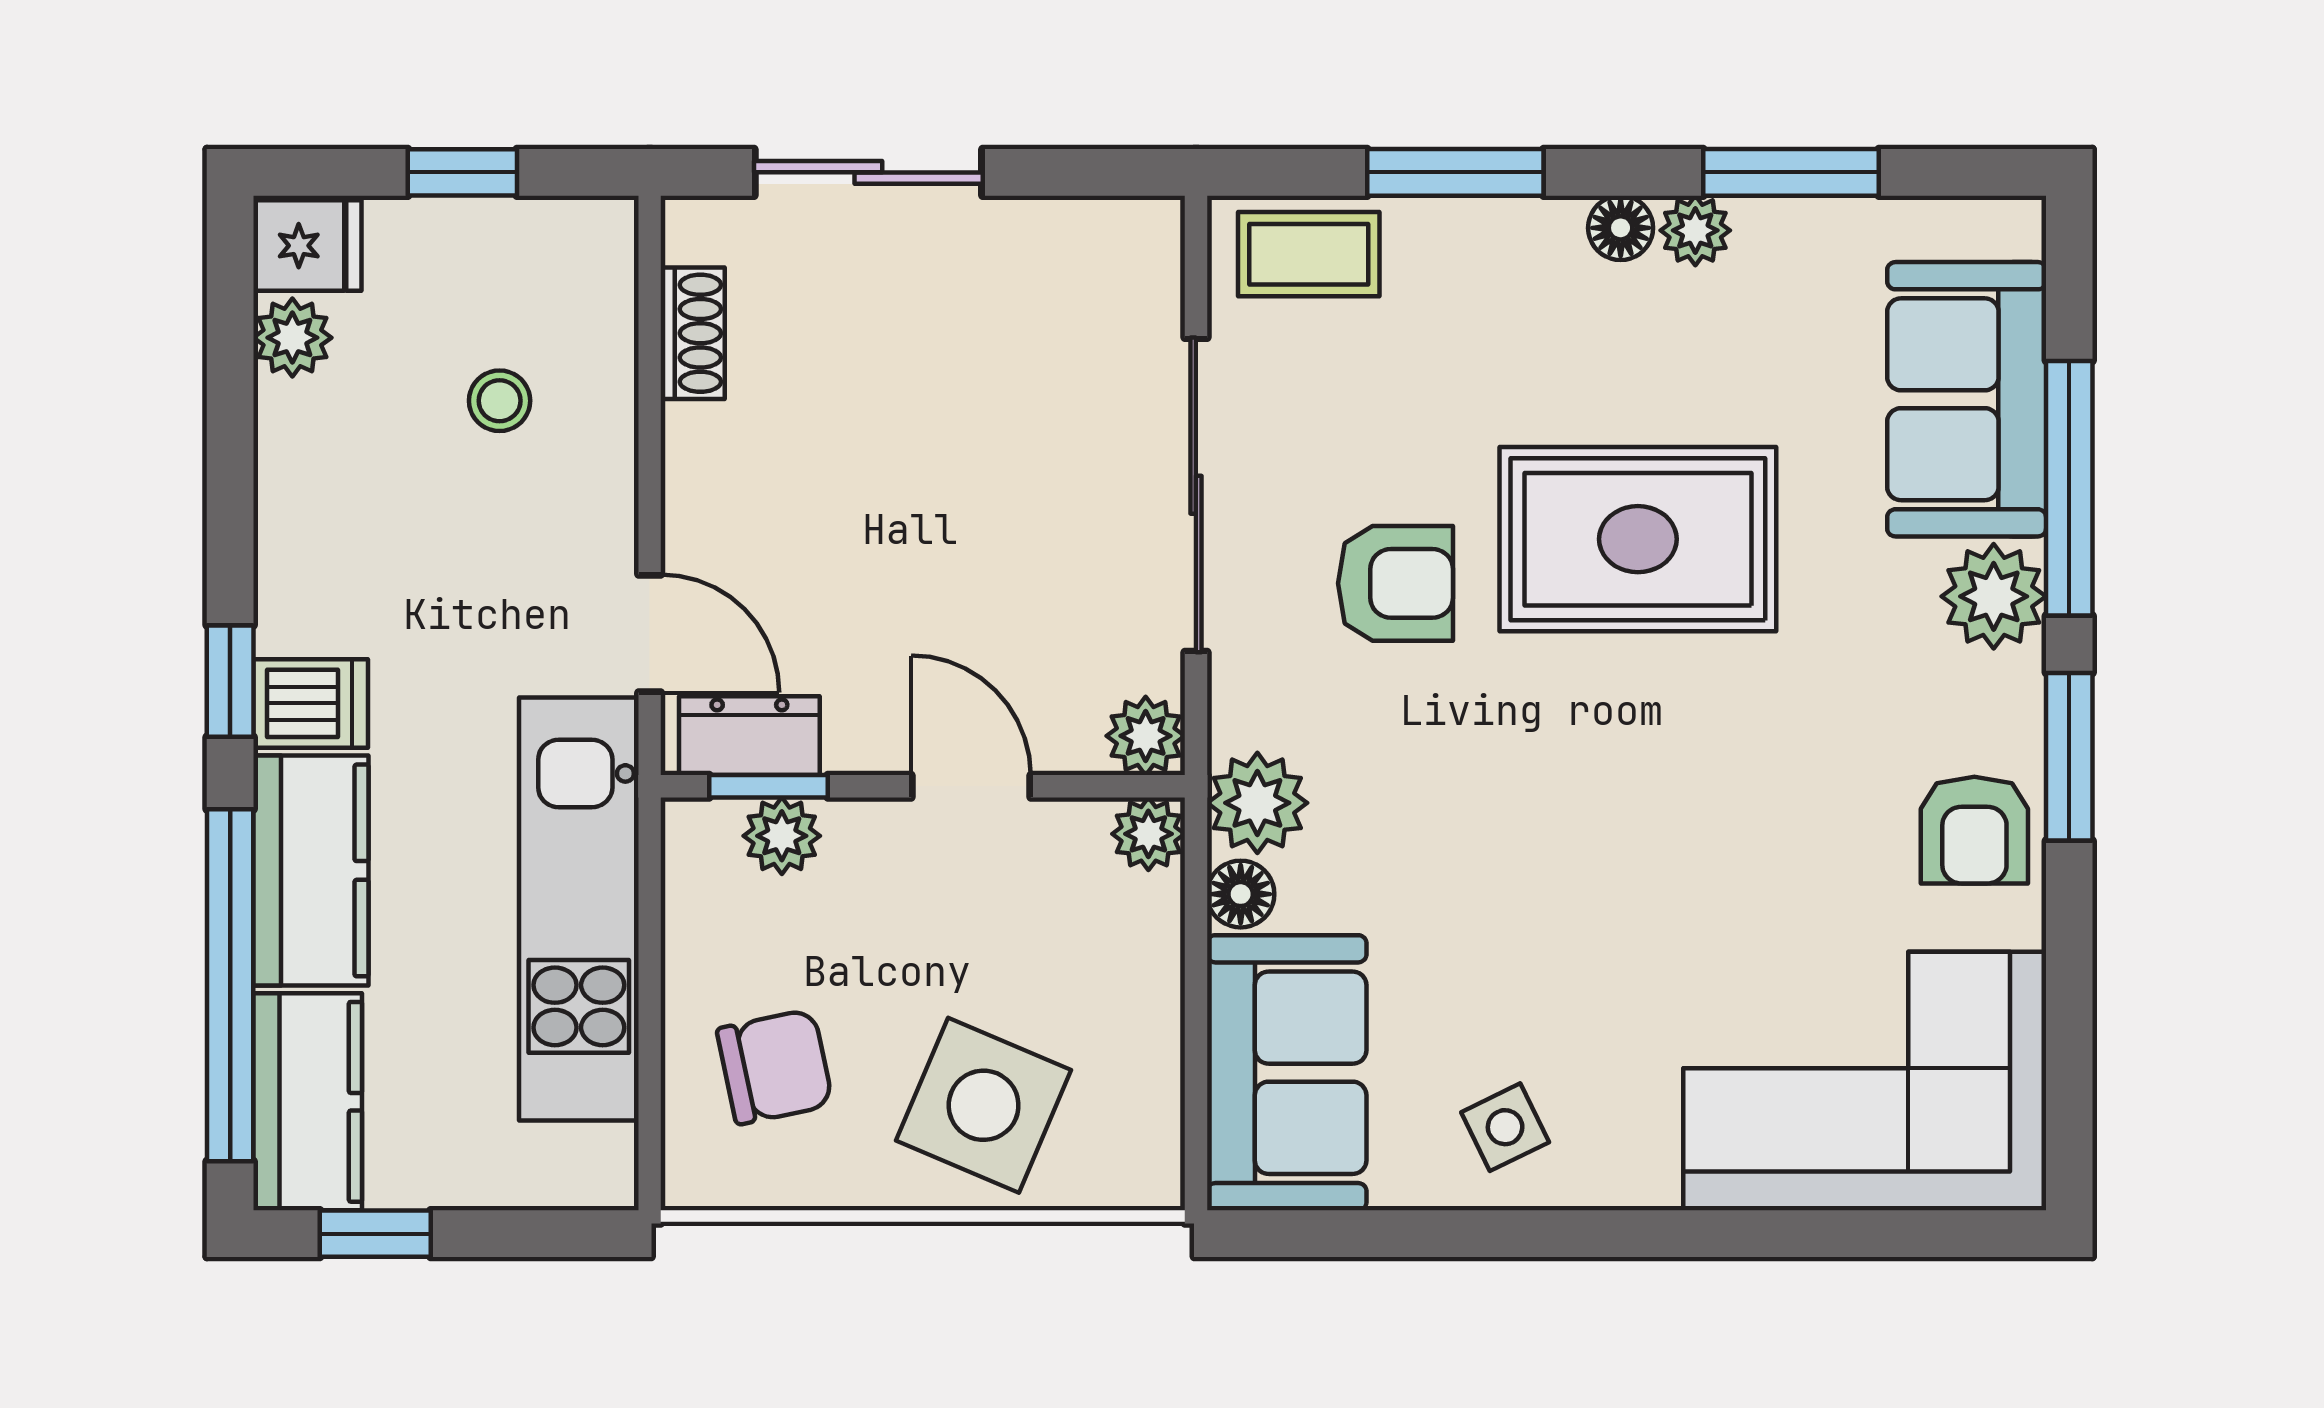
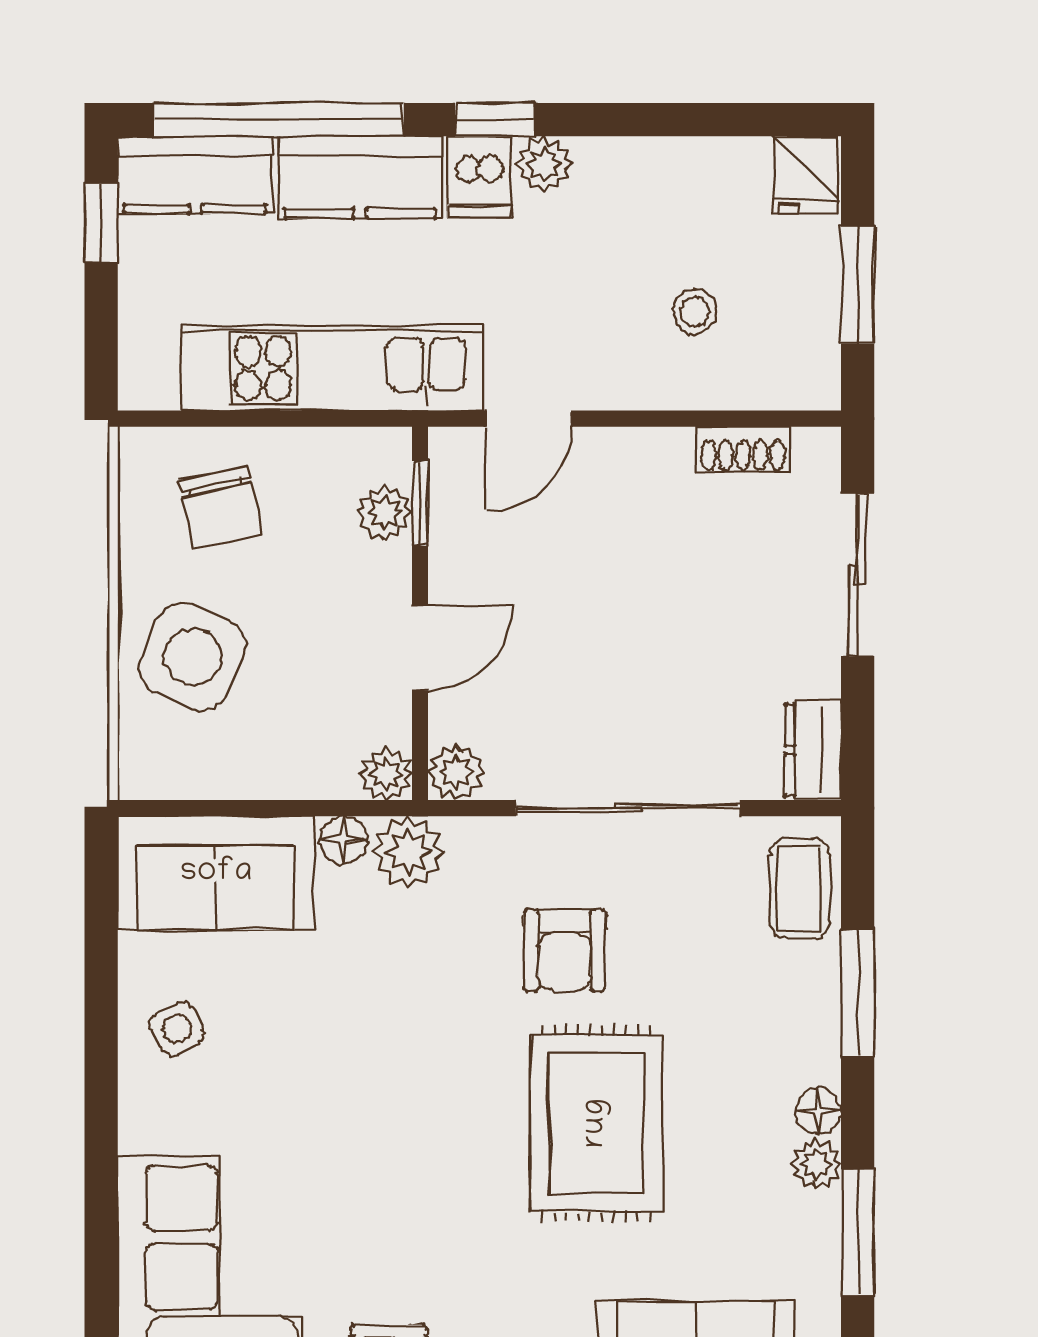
window: (462, 172) -> (858, 285), width x1.50
plant: (292, 338) -> (544, 164), moved
dresser: (749, 736) -> (813, 750), moved, turned 180

